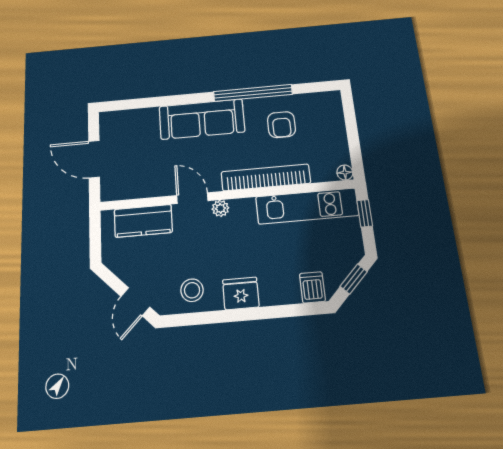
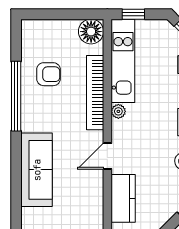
sofa: (202, 119) -> (37, 170), moved
floor lamp: (345, 173) -> (91, 32), width x1.89, depth x1.89
plant: (220, 208) -> (118, 111), moved

